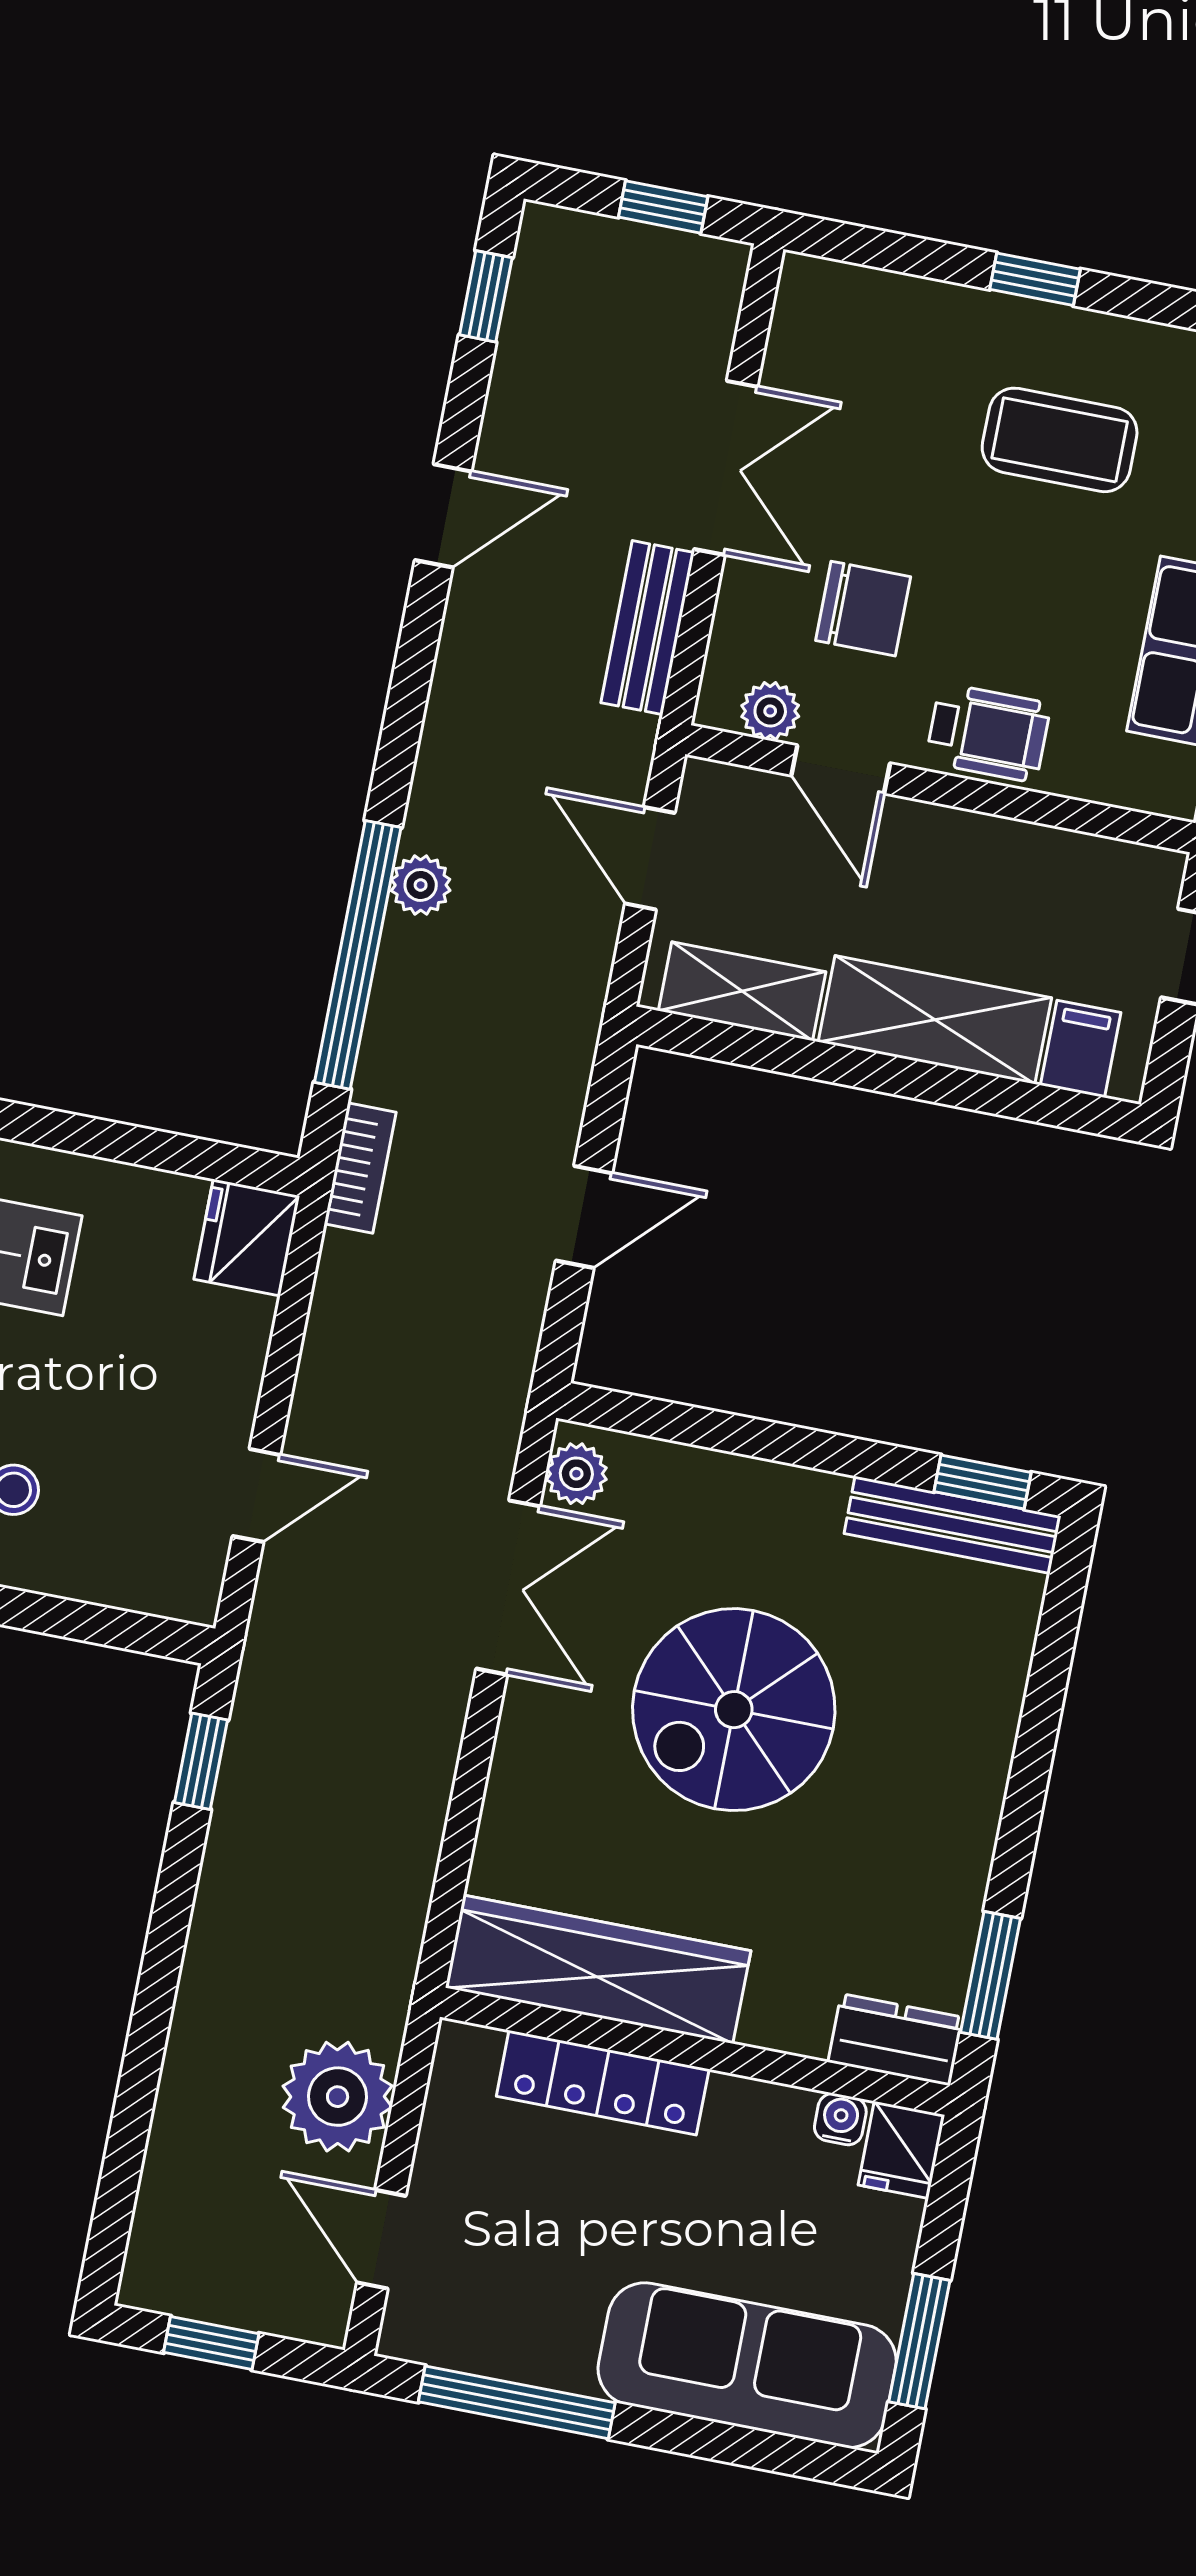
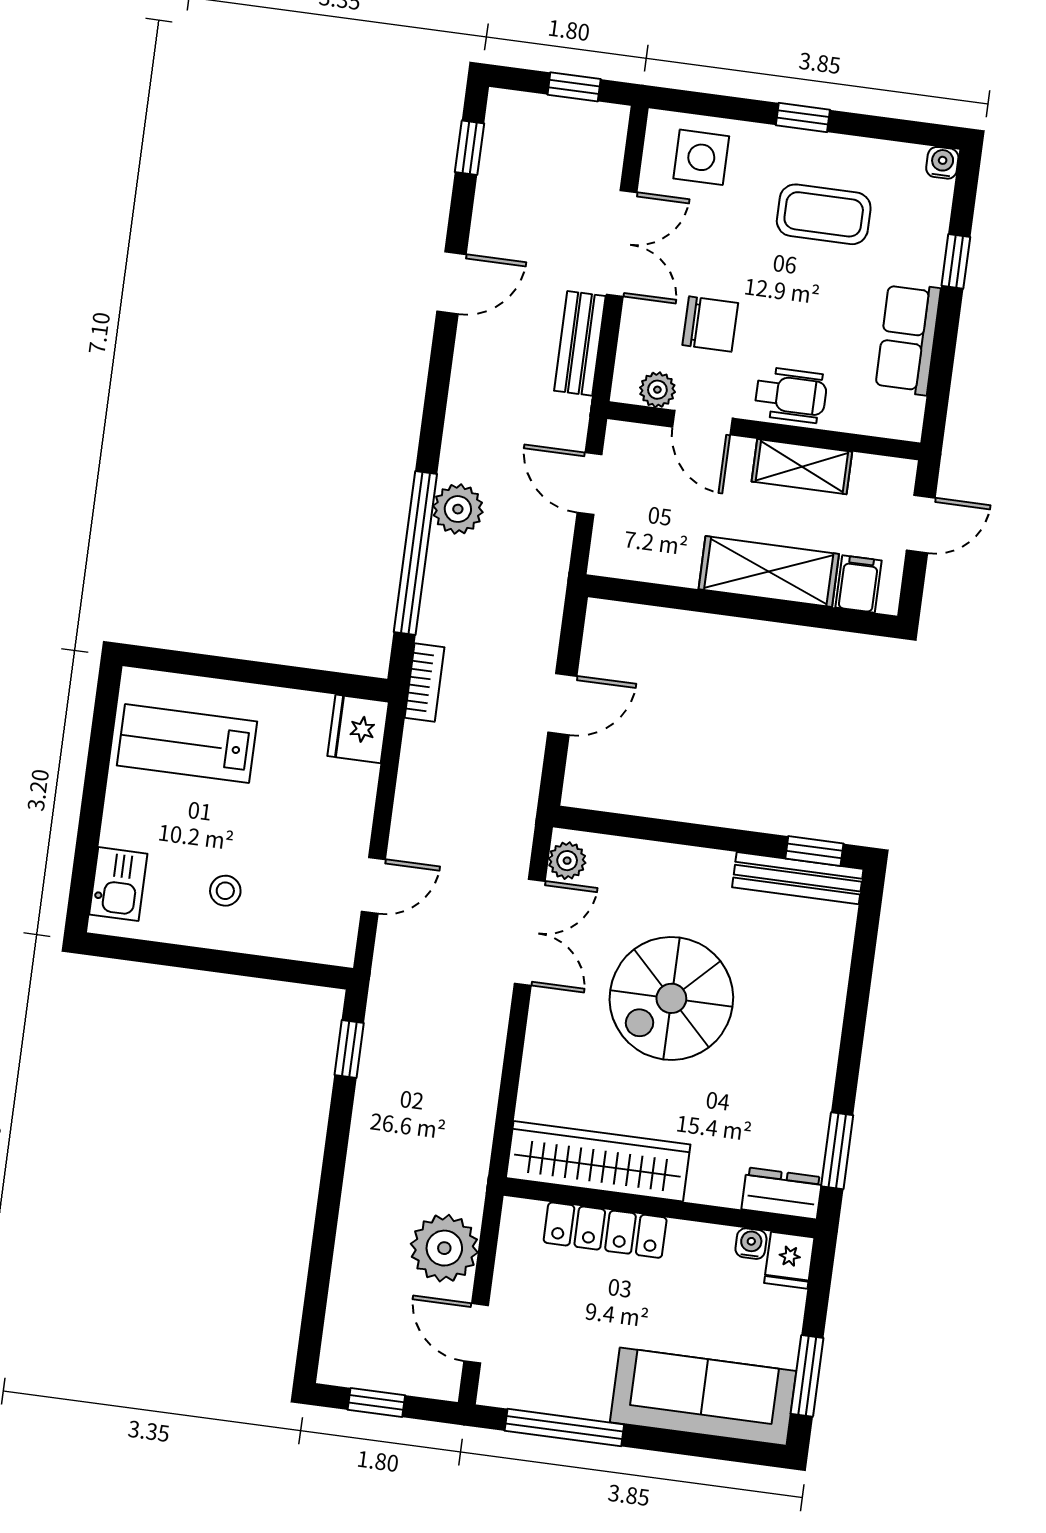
side table: (865, 335) -> (701, 157), added
plant: (421, 885) -> (458, 509), width x1.38, depth x1.38
shelving: (742, 991) -> (802, 467), moved

